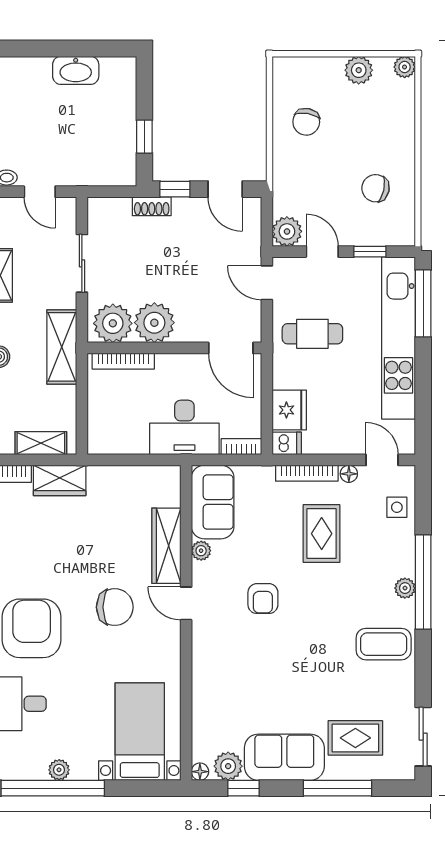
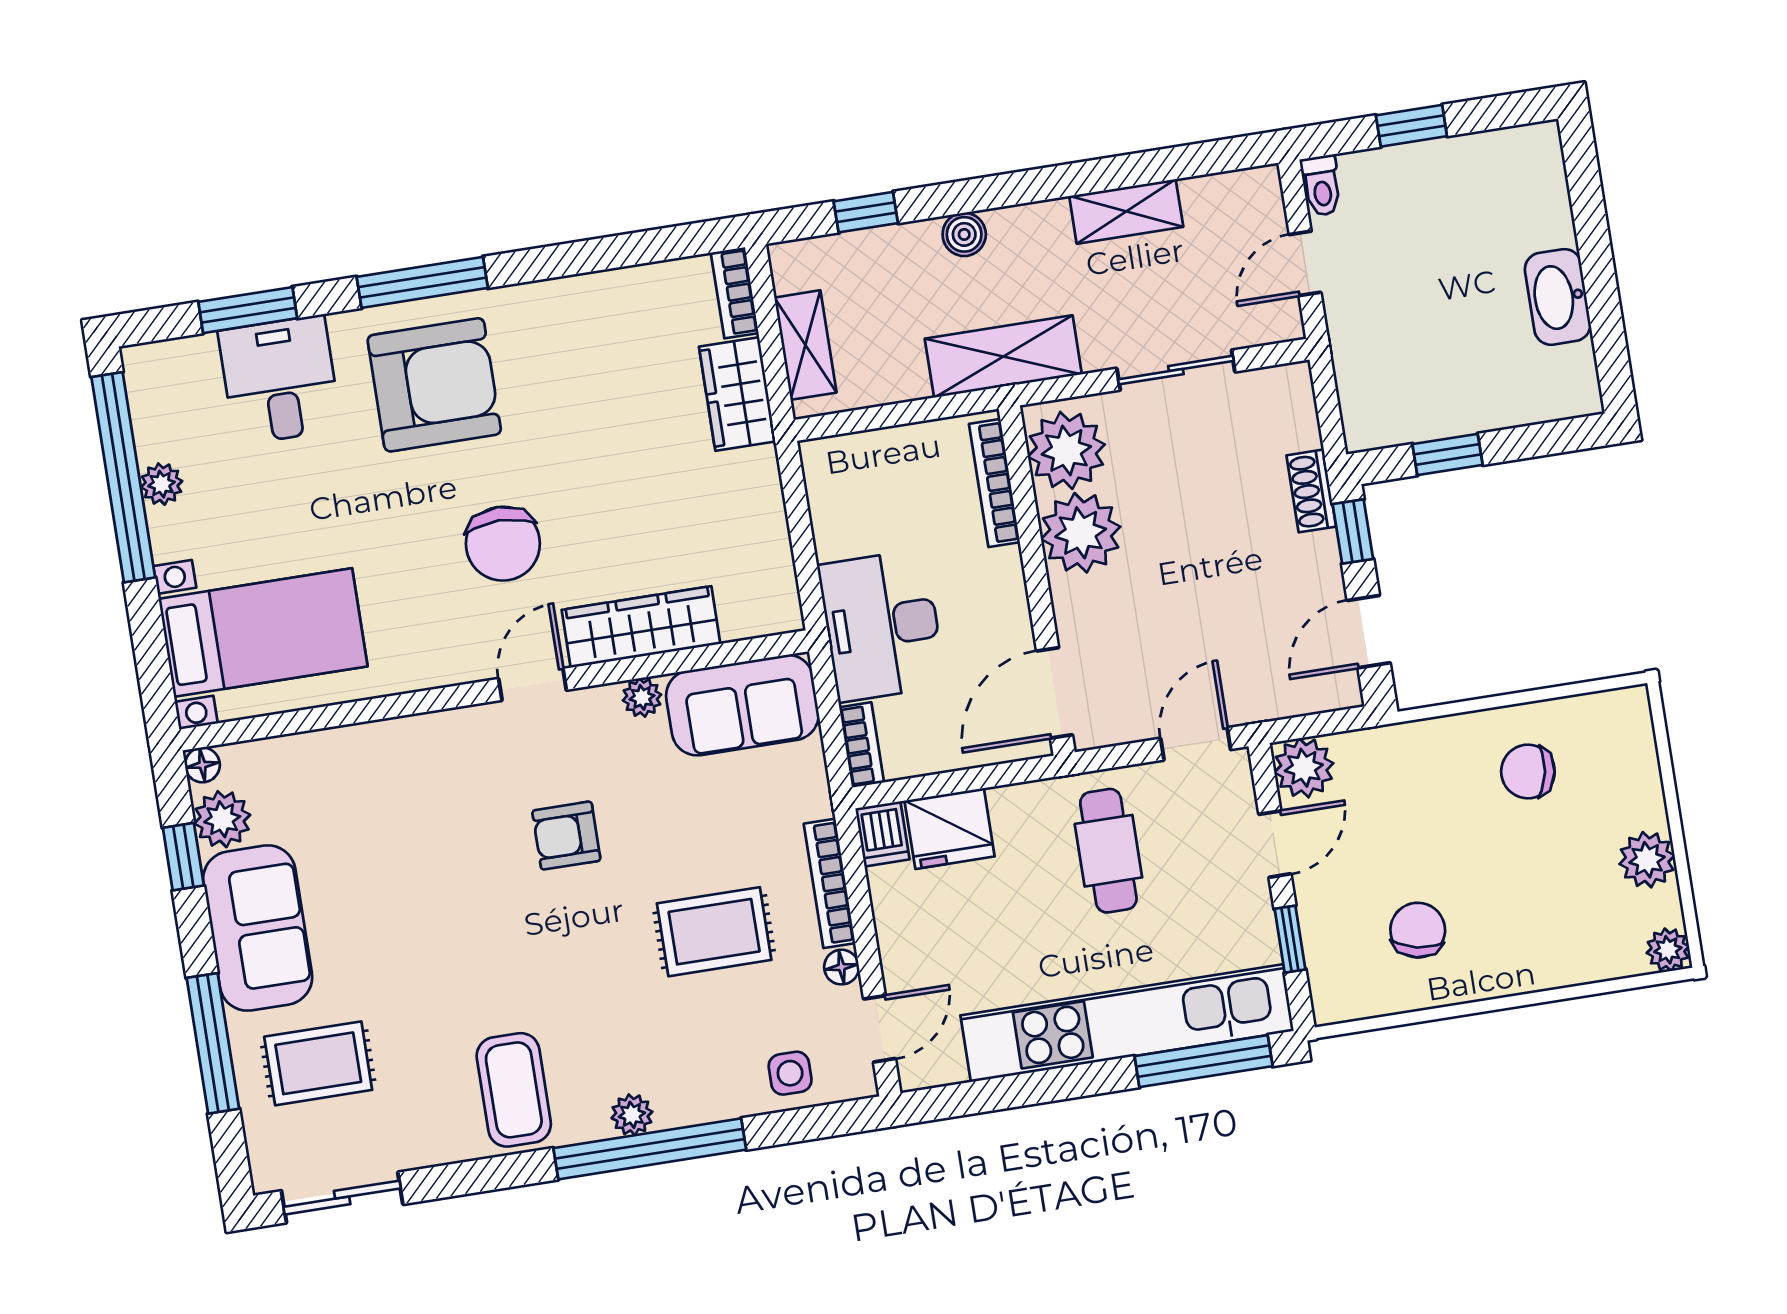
rug: (355, 738) -> (318, 1063), turned 90

